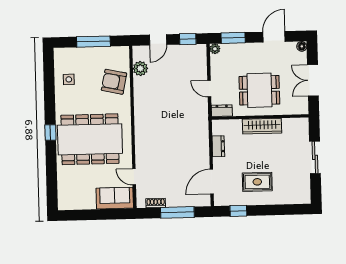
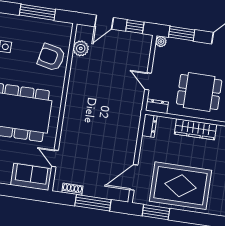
dresser: (218, 146) -> (149, 126), moved
rug: (257, 182) -> (181, 186), width x1.86, depth x2.06
window: (238, 211) -> (156, 212), width x1.50

